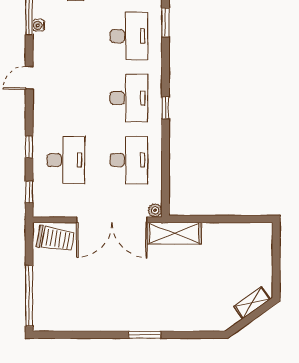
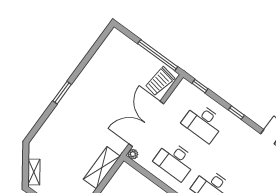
window: (29, 147) -> (236, 113), moved
shelving: (174, 233) -> (102, 168), moved
window: (29, 296) -> (158, 55), moved

